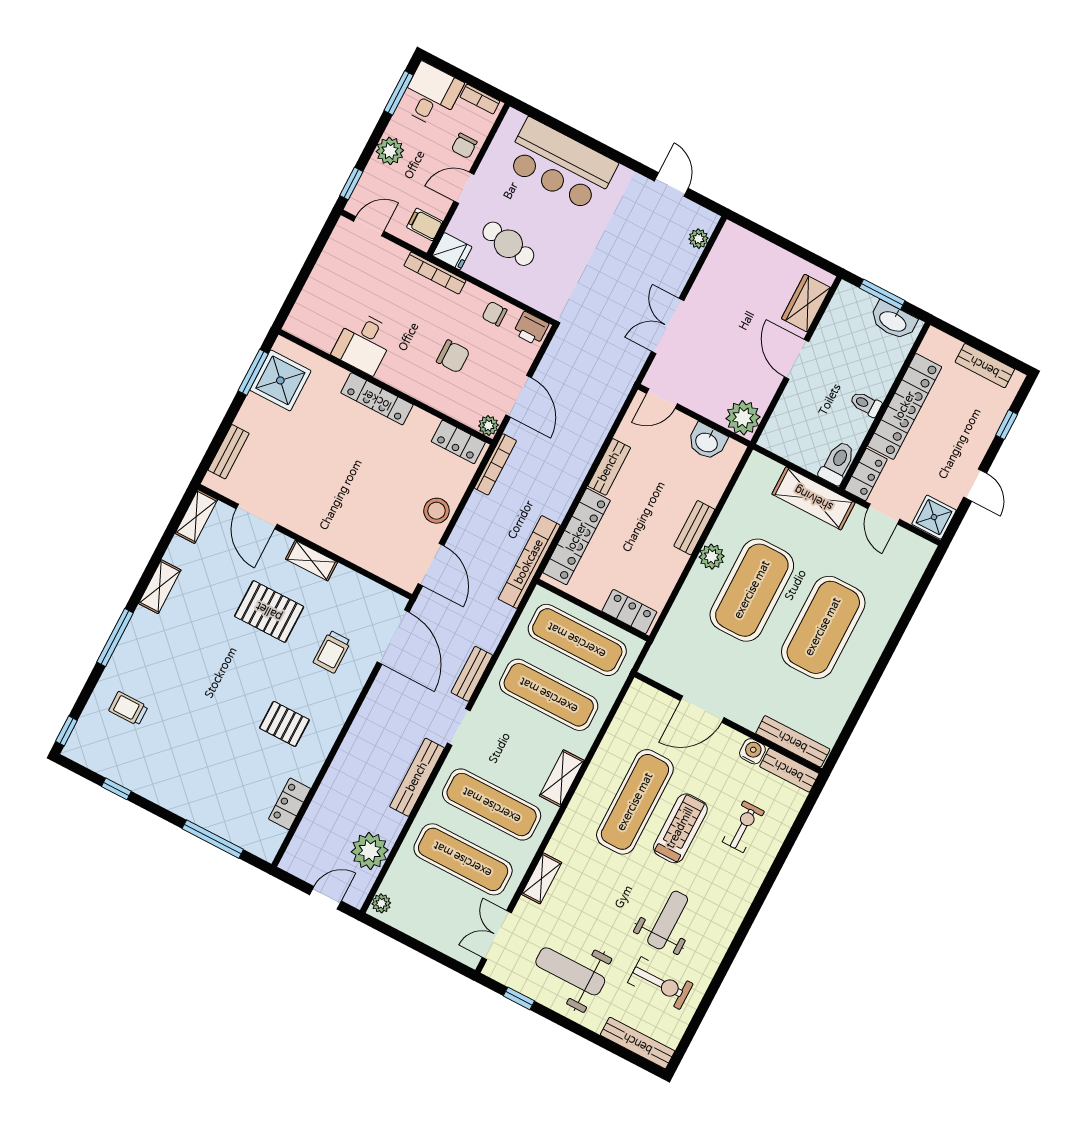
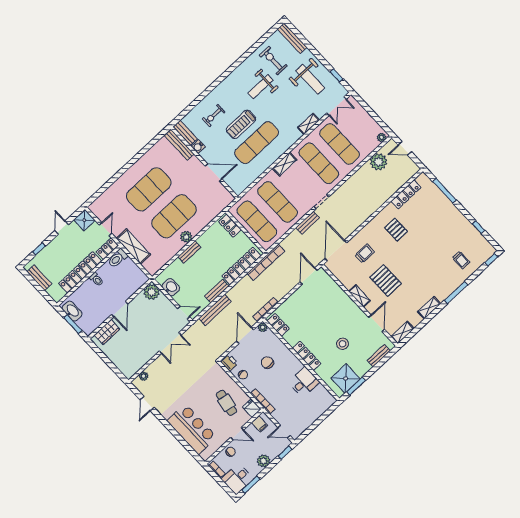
stool: (436, 511) -> (343, 344), moved
bench: (417, 777) -> (215, 310), moved
locker: (290, 804) -> (406, 194), width x1.53

